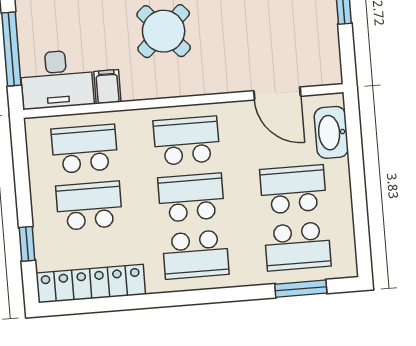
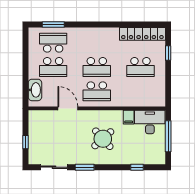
door: (277, 93) -> (68, 108), moved
school desk: (84, 149) -> (140, 91), removed
school desk: (196, 254) -> (97, 43), removed

